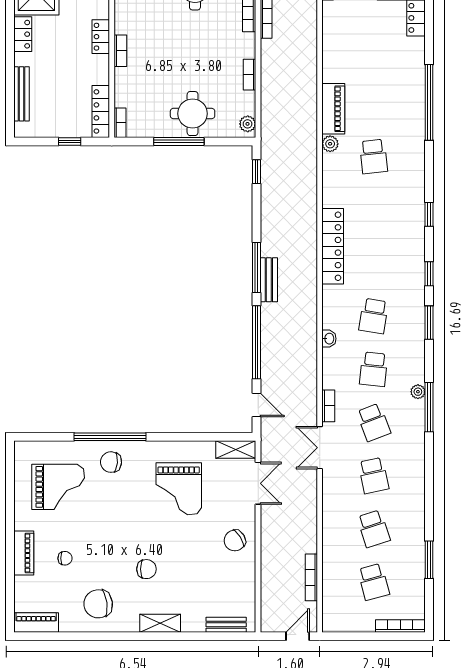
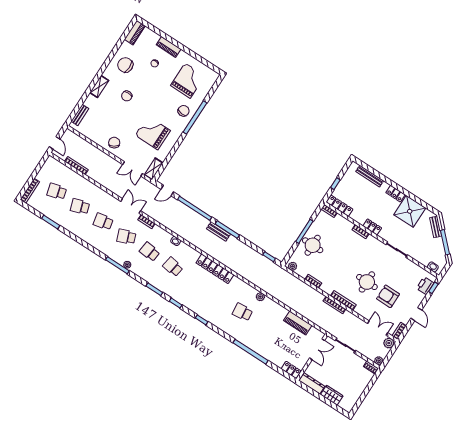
piano: (333, 109) -> (298, 323), moved
grand piano: (58, 487) -> (188, 81), turned 180
chair: (98, 604) -> (125, 65), turned -82

